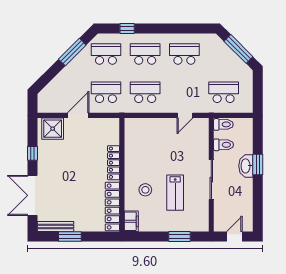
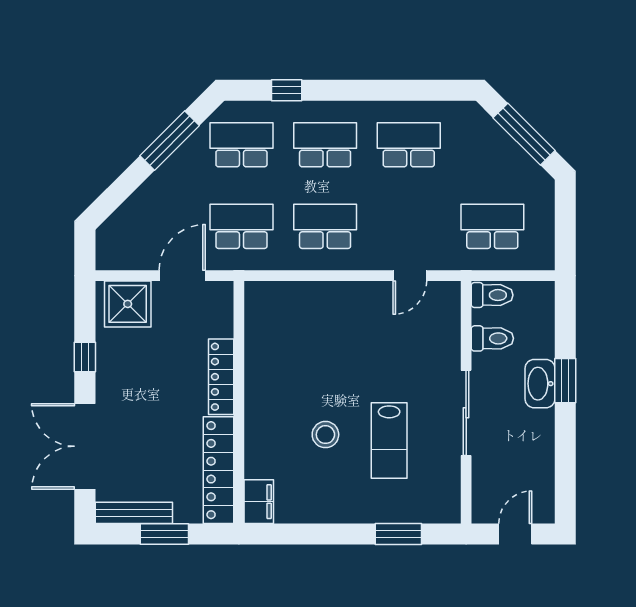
locker: (114, 163) -> (221, 377), moved
wall: (122, 175) -> (239, 402), moved
locker: (112, 207) -> (219, 470), moved
filing cabinet: (131, 221) -> (259, 502), moved

